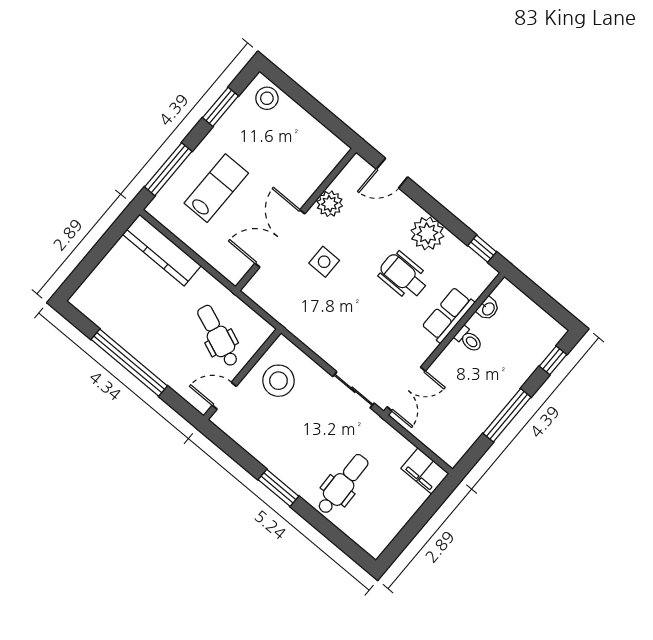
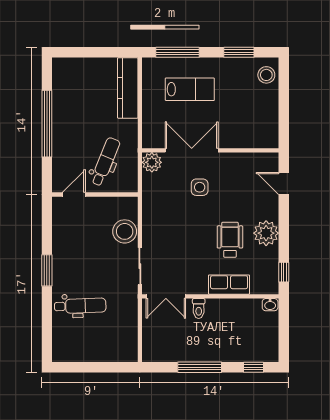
plant: (330, 204) -> (152, 162), moved
washbasin: (488, 309) -> (270, 305), moved
toilet: (469, 339) -> (199, 308), moved
stool: (278, 381) -> (125, 231), moved
door: (224, 396) -> (74, 194), hinge flipped
filing cabinet: (425, 471) -> (128, 347), removed

